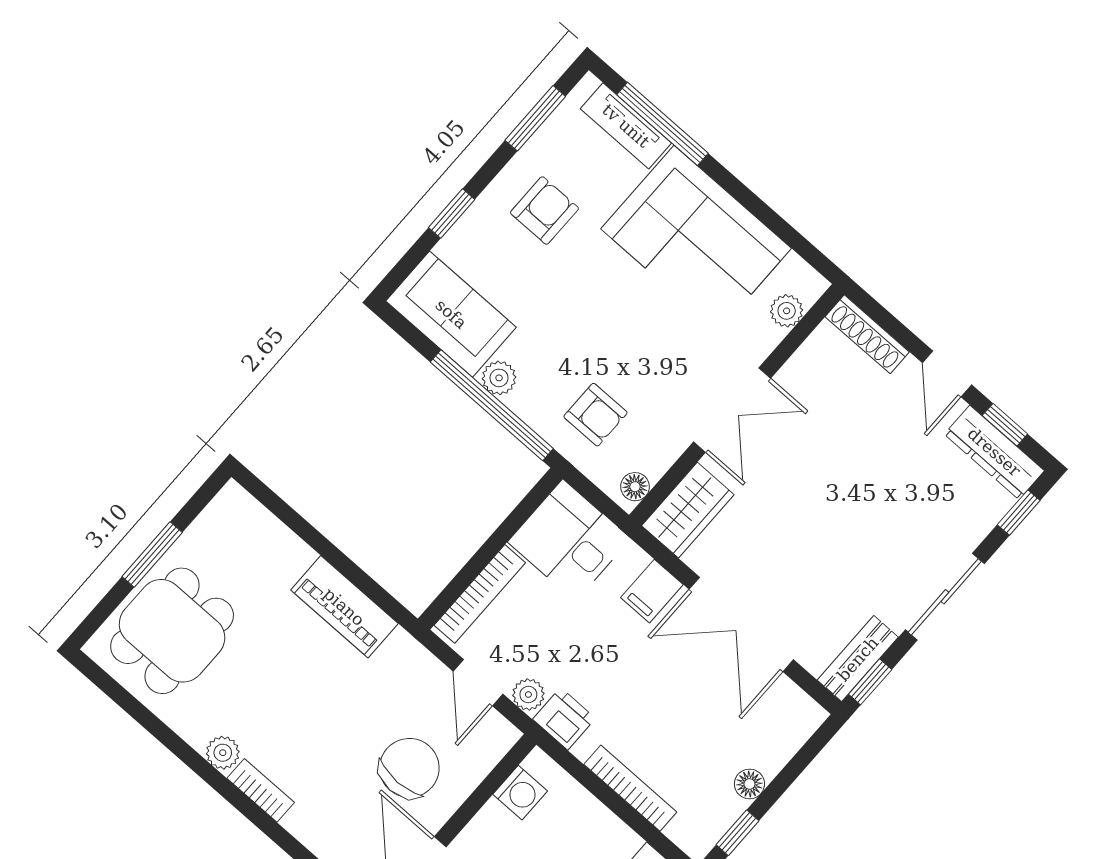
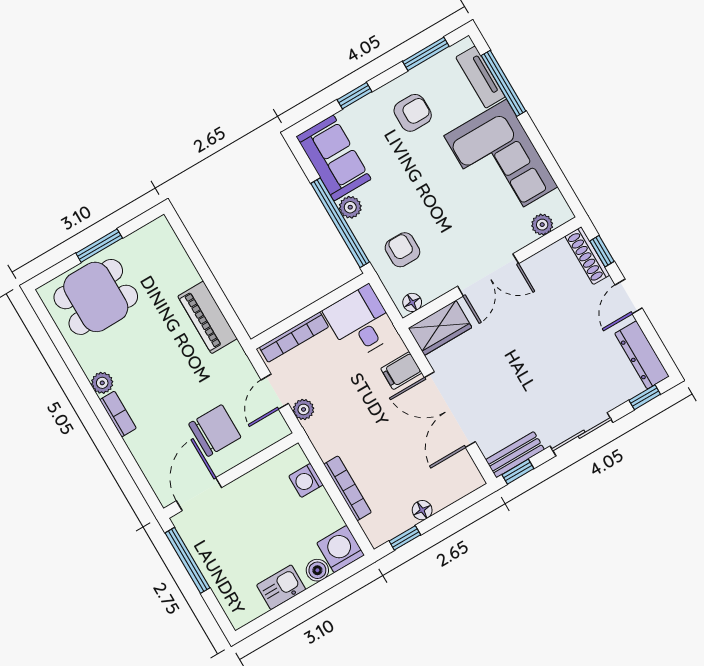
armchair: (595, 415) -> (402, 250), turned 180
window: (1005, 425) -> (602, 251), moved
printer: (564, 719) -> (321, 432), removed
washing machine: (520, 793) -> (306, 480), moved, turned 90

